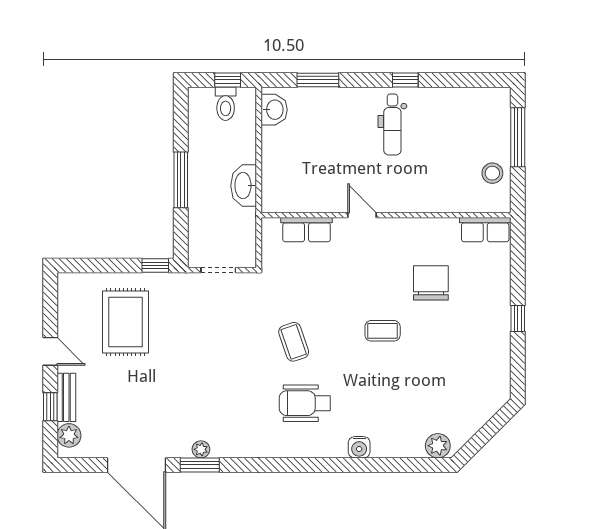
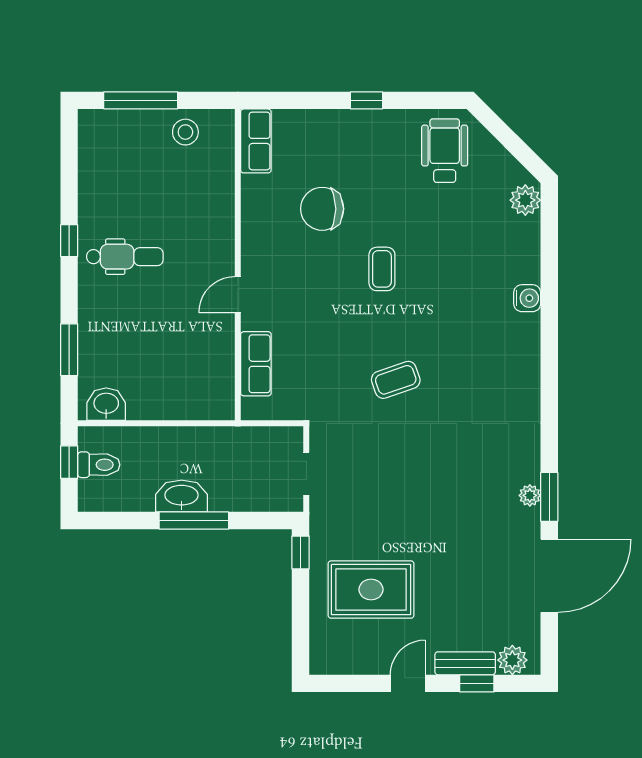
washbasin: (244, 186) -> (182, 496), moved, turned 180
wheelchair: (305, 403) -> (445, 151), moved, turned 180

